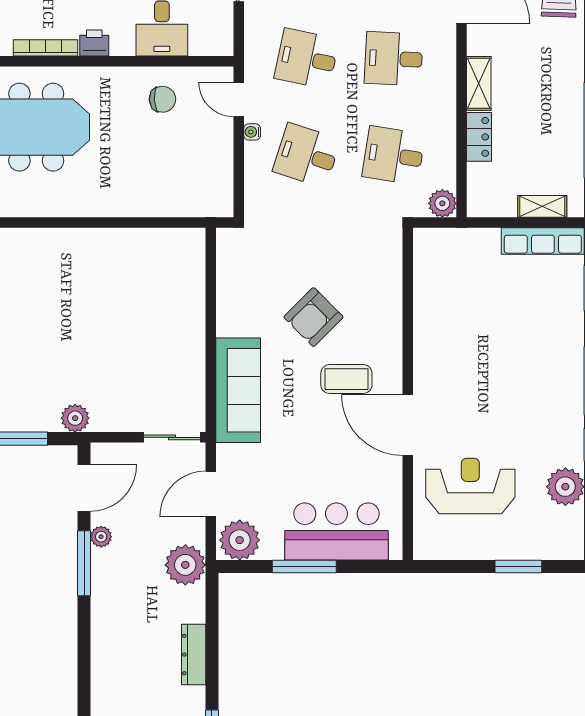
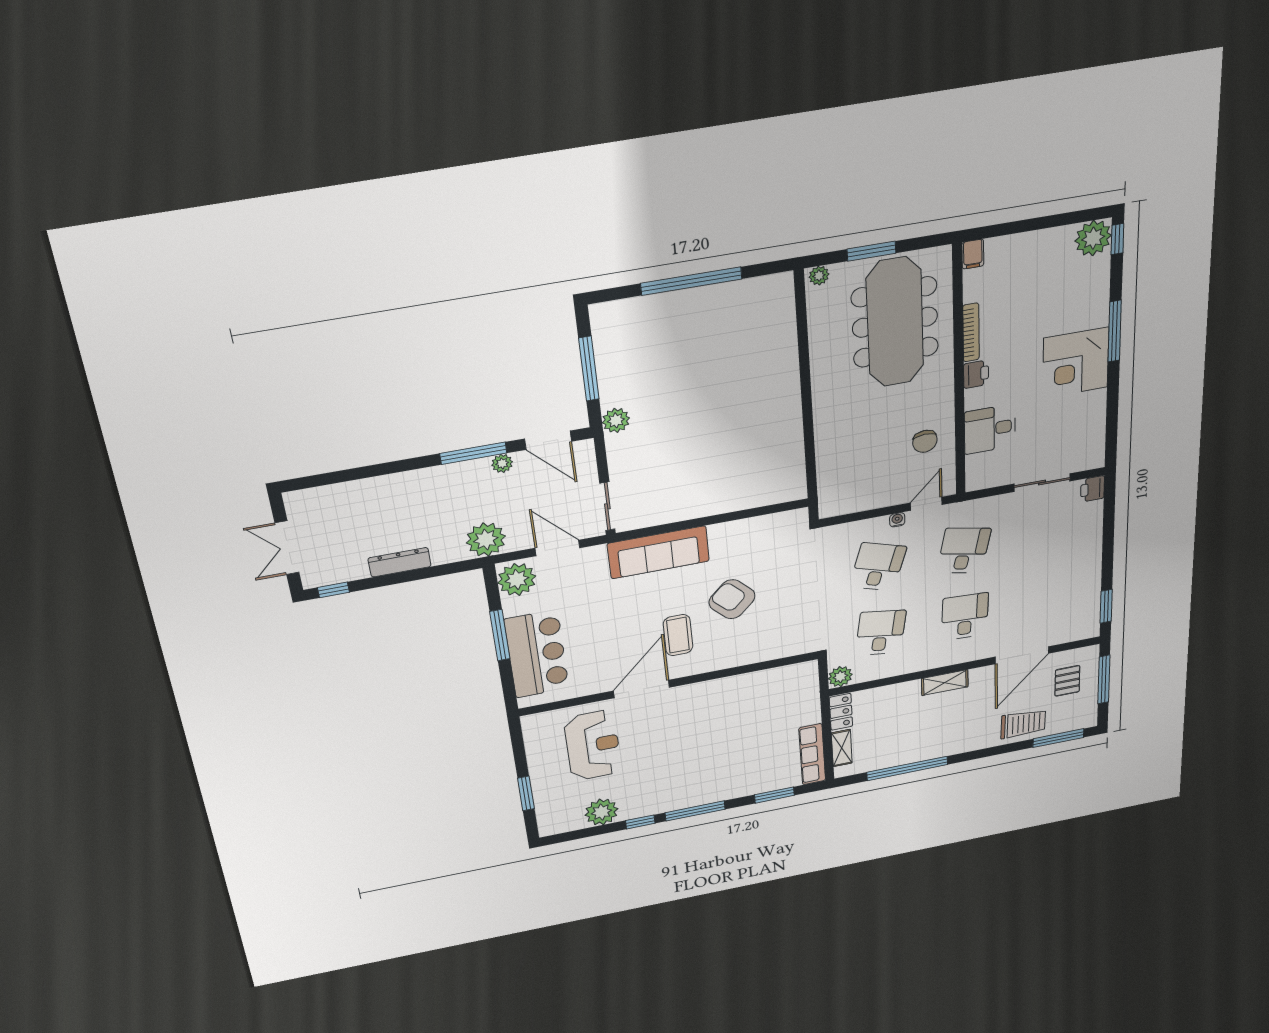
locker: (479, 137) -> (841, 712), moved, turned -90

